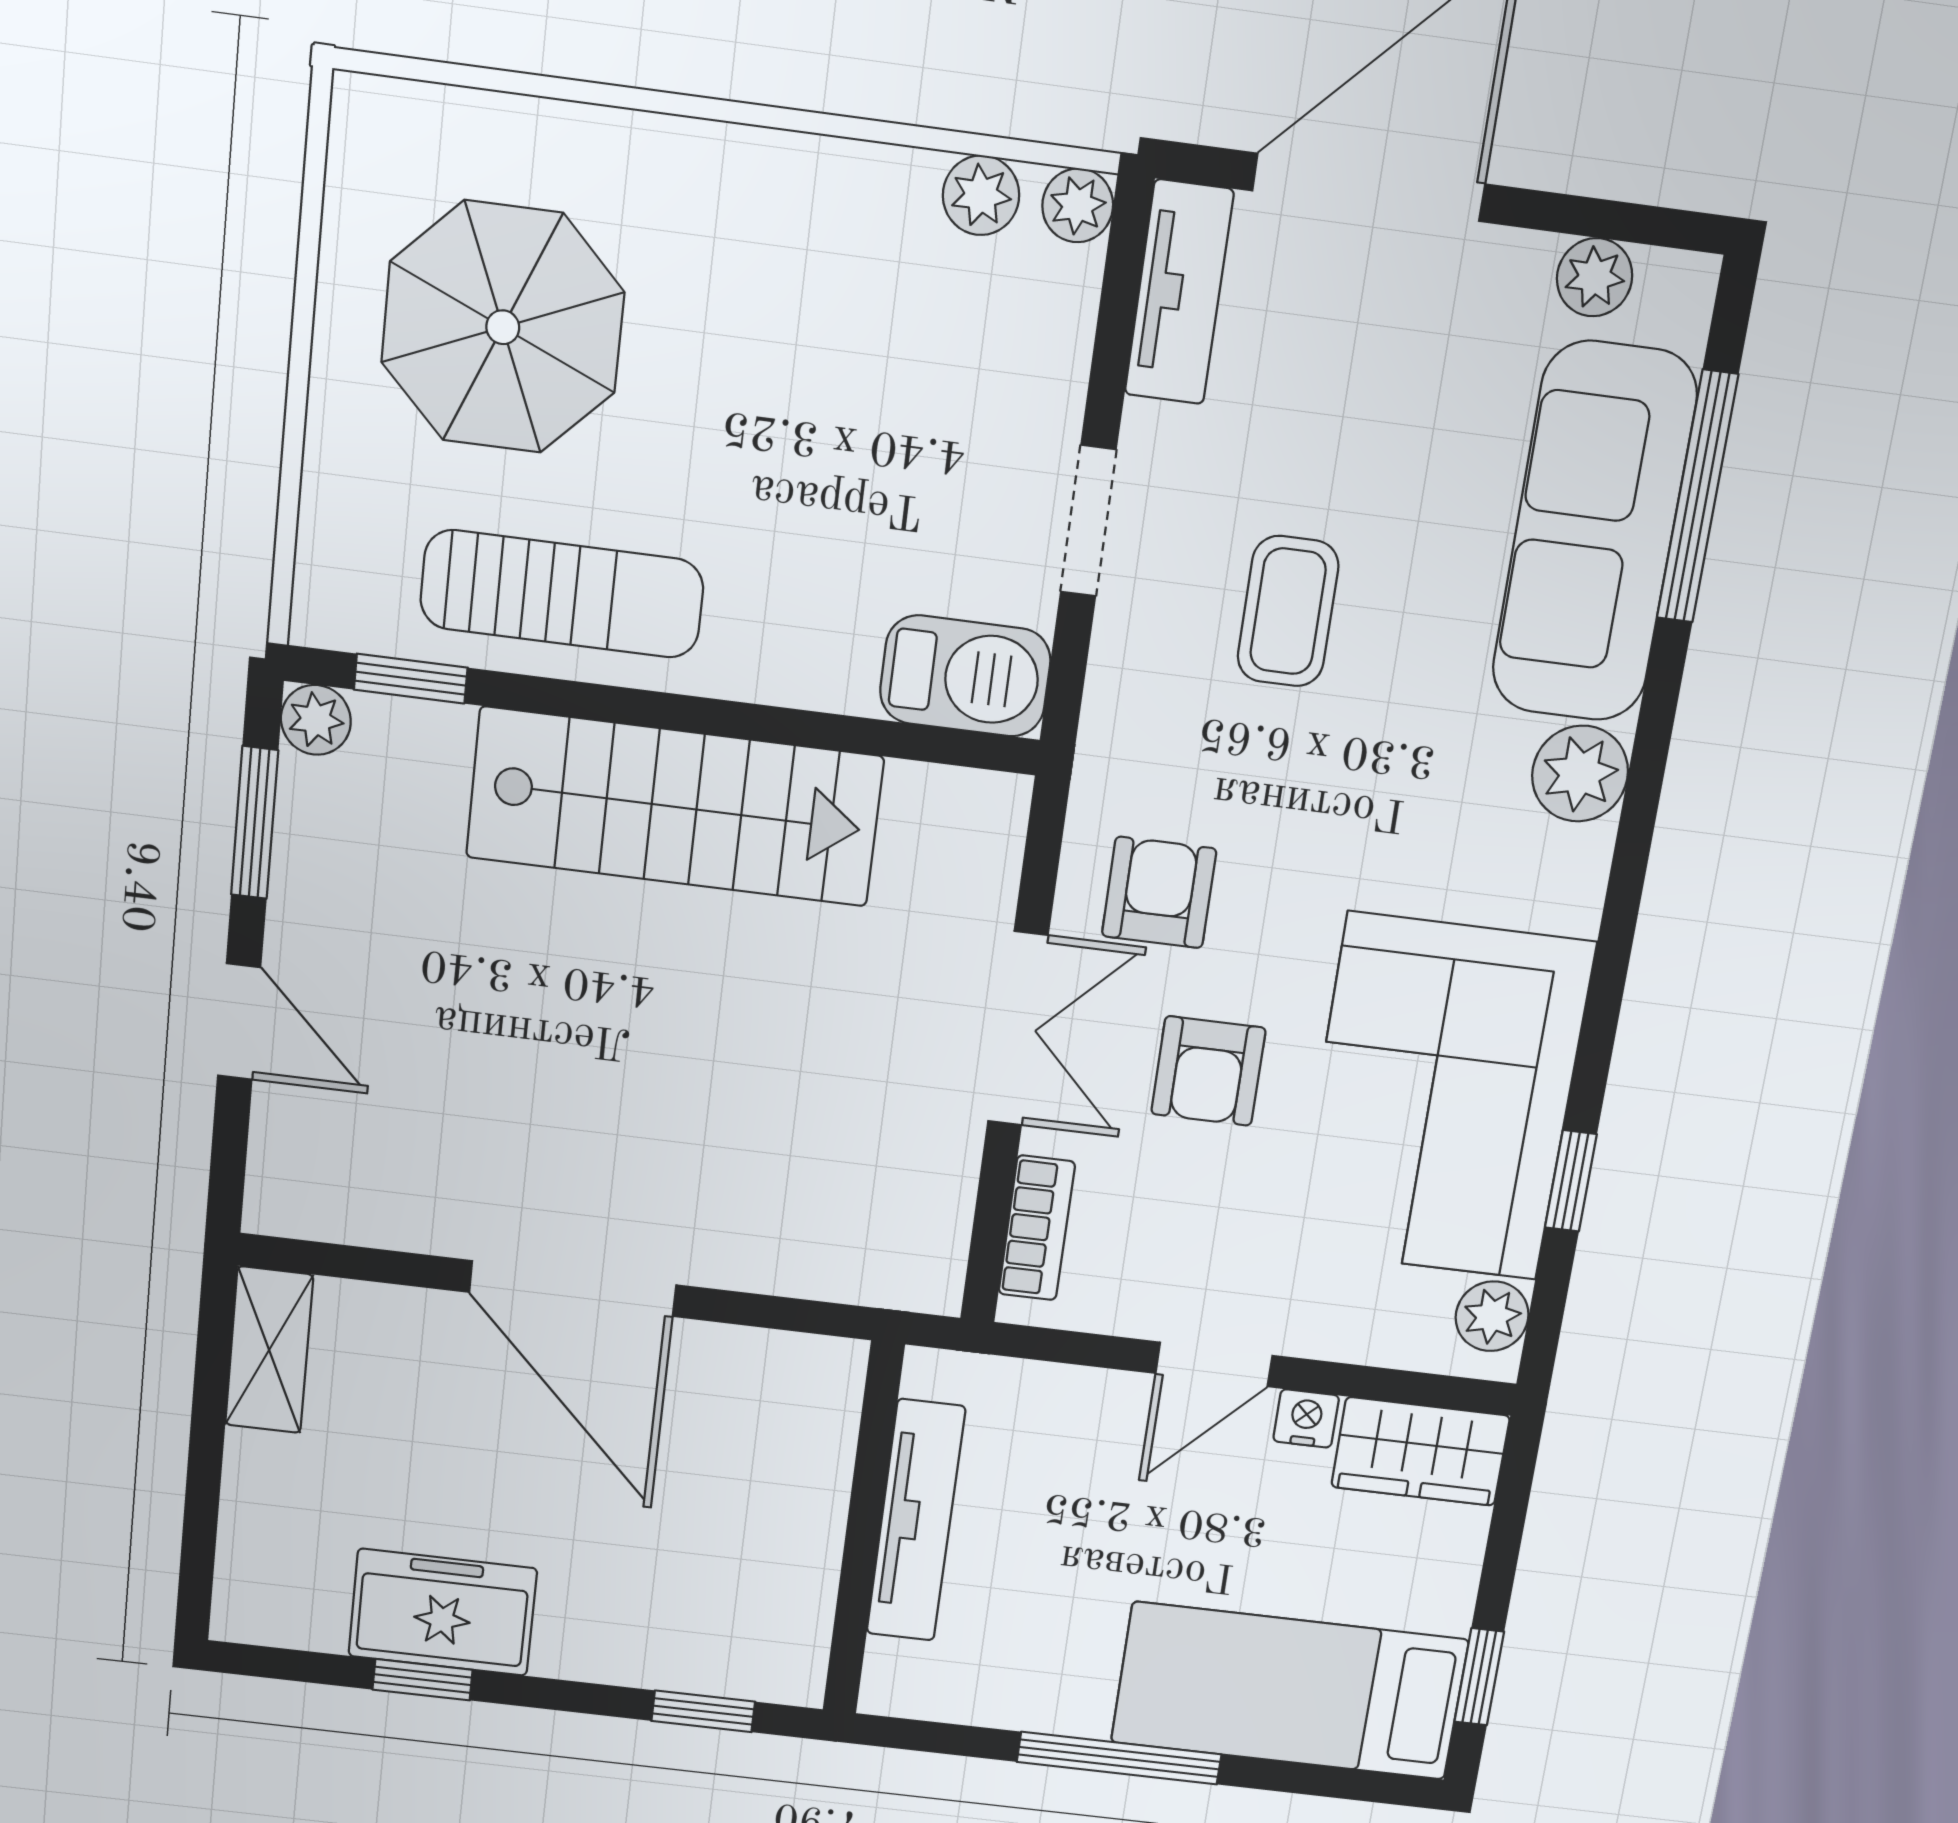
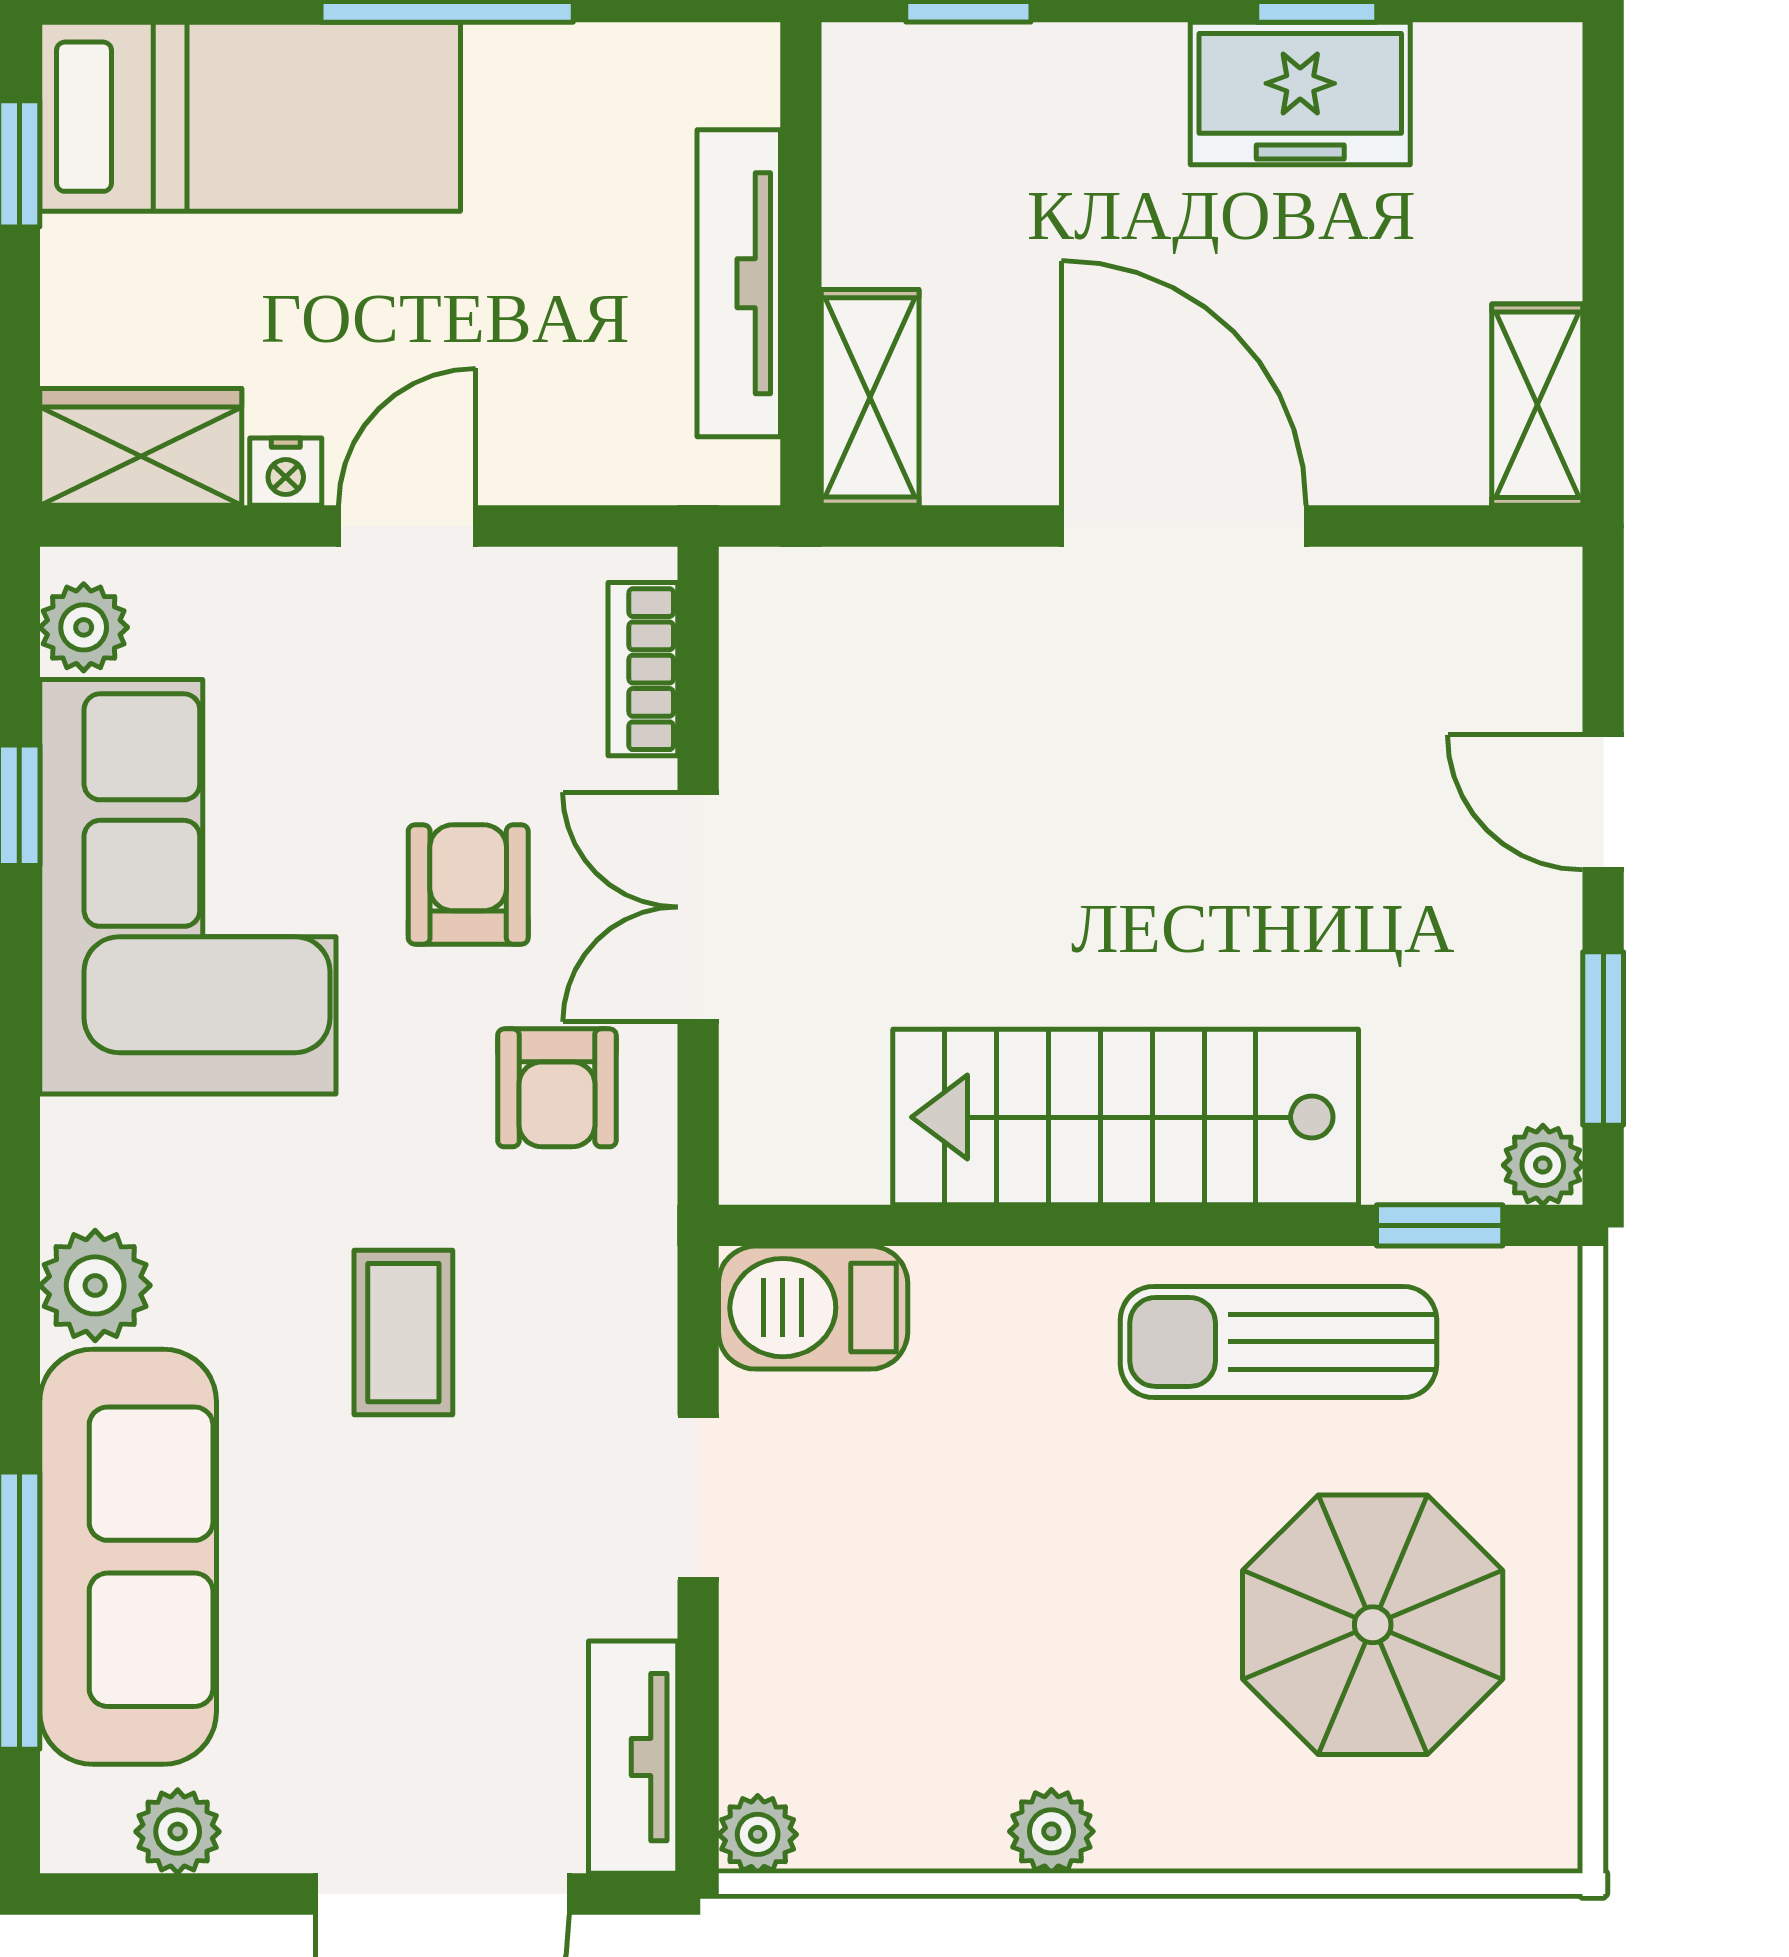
plant: (981, 195) -> (1051, 1831), moved
coffee table: (1288, 611) -> (403, 1333), moved
shelving: (820, 1420) -> (870, 397), added

